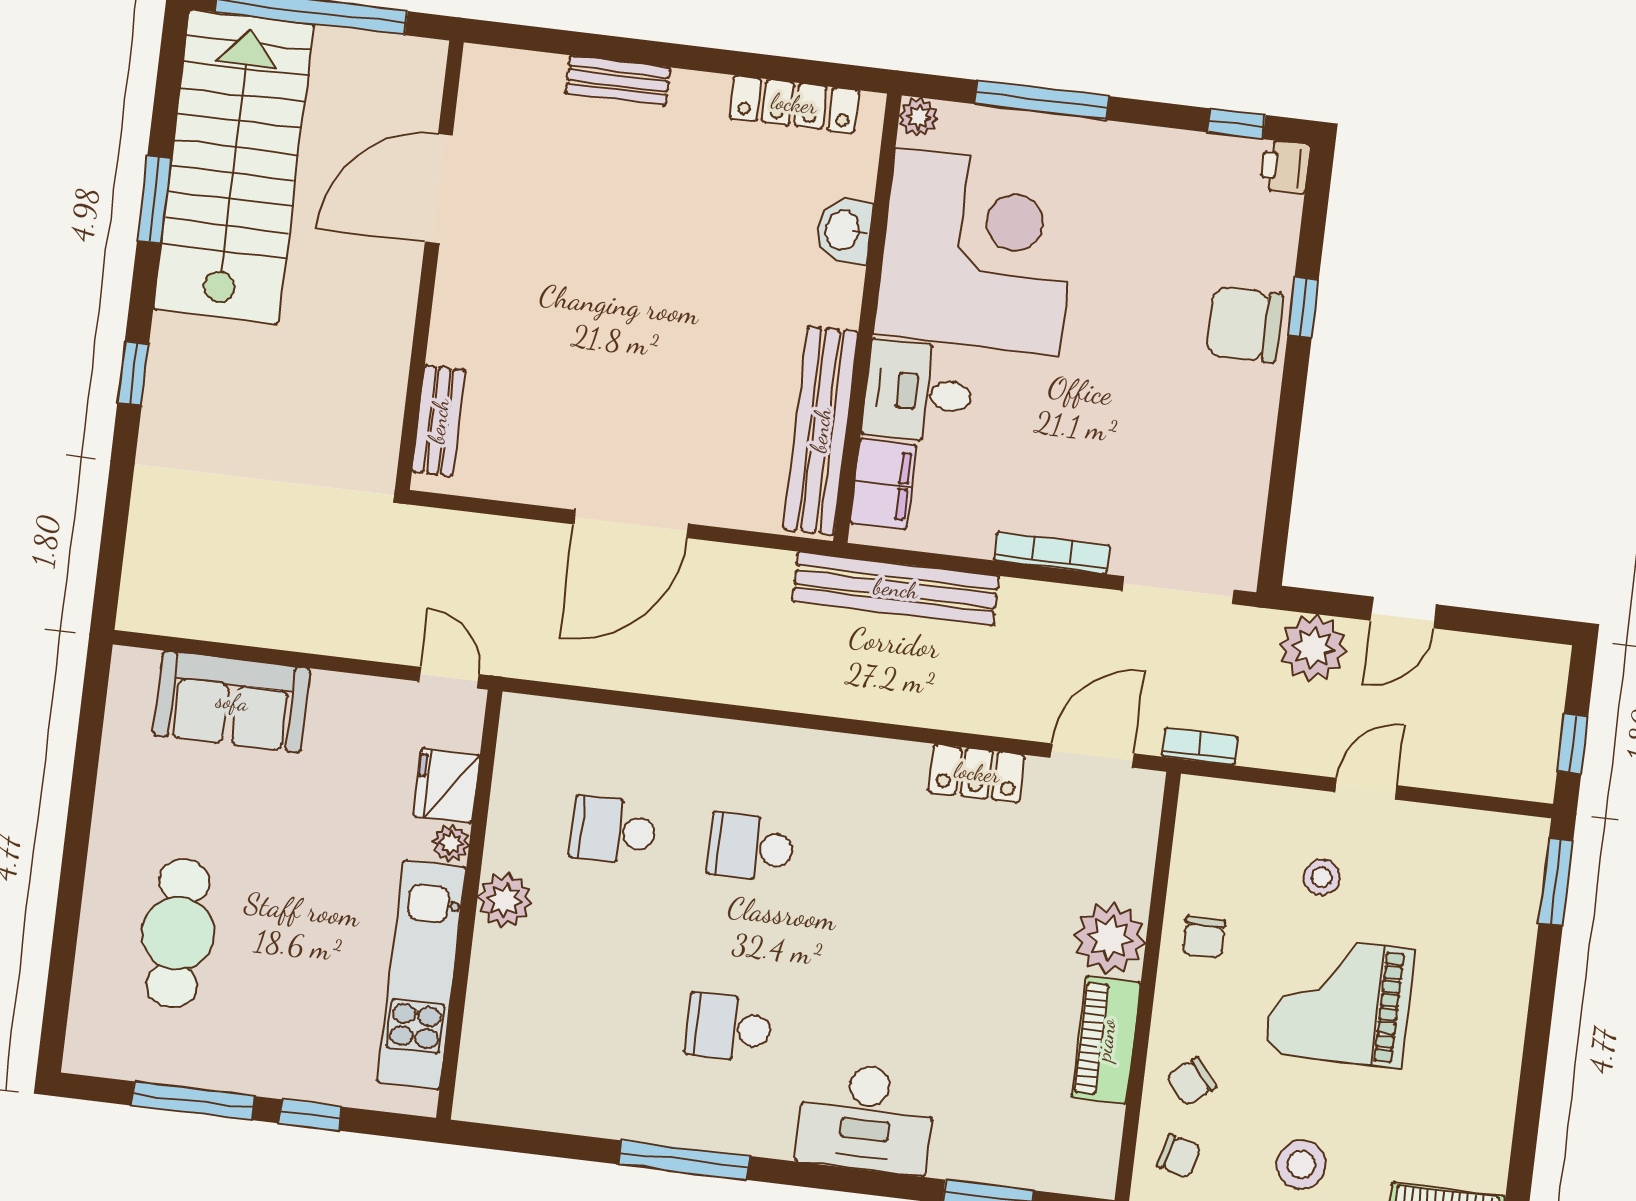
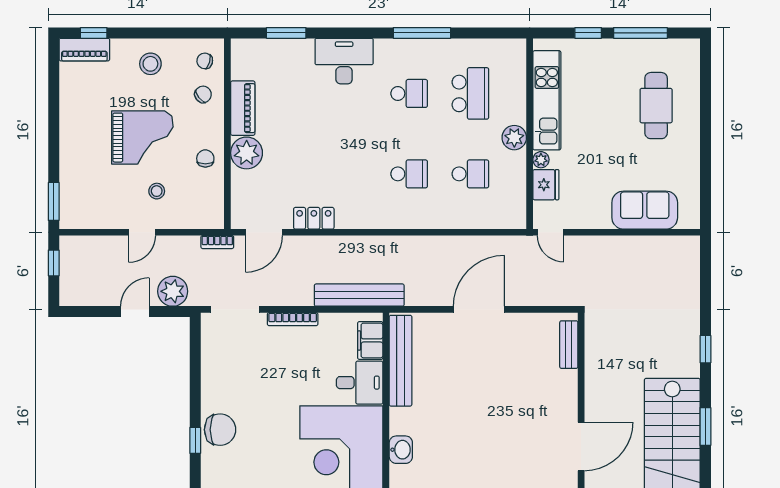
school desk: (591, 1011) -> (470, 93), added

